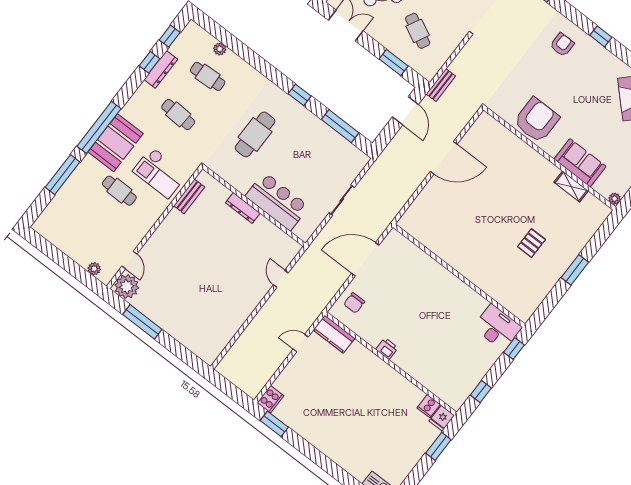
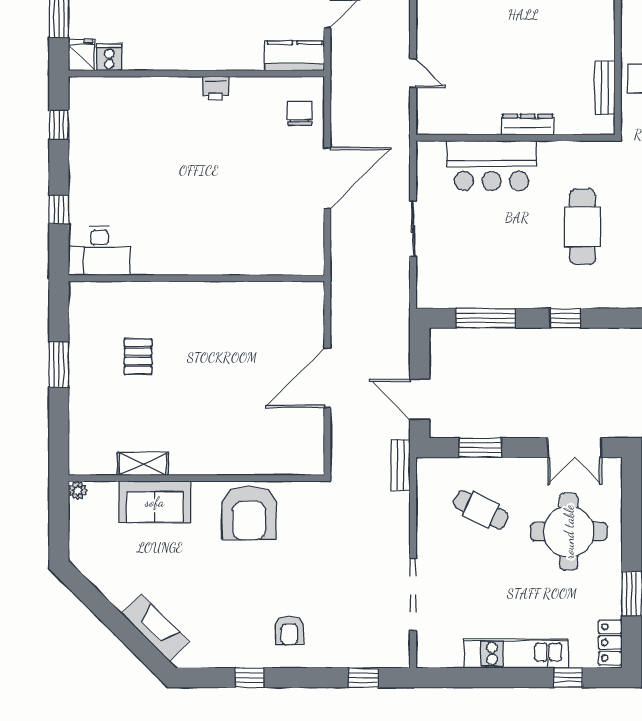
wall: (459, 276) -> (196, 278), moved
desk: (497, 327) -> (99, 251), moved

